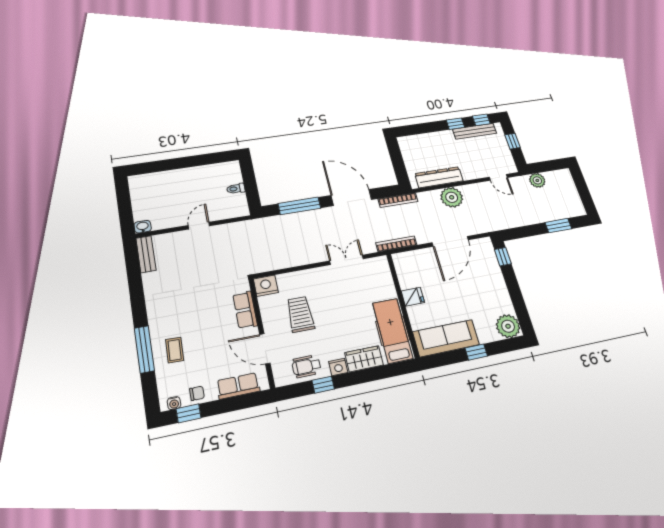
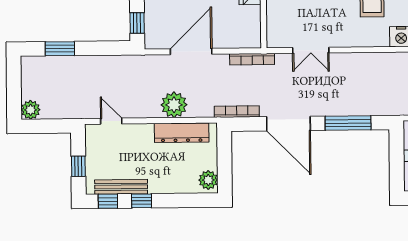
plant: (407, 146) -> (208, 180), added
plant: (537, 180) -> (31, 110), moved

